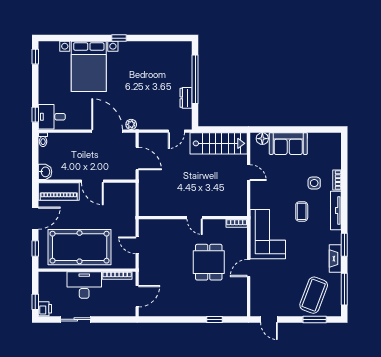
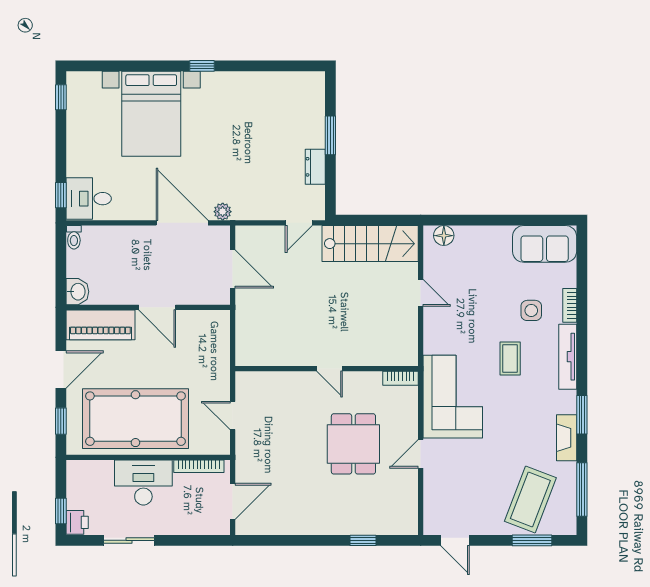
window: (195, 79) -> (330, 135), width x0.47
sofa: (288, 144) -> (545, 244), moved

